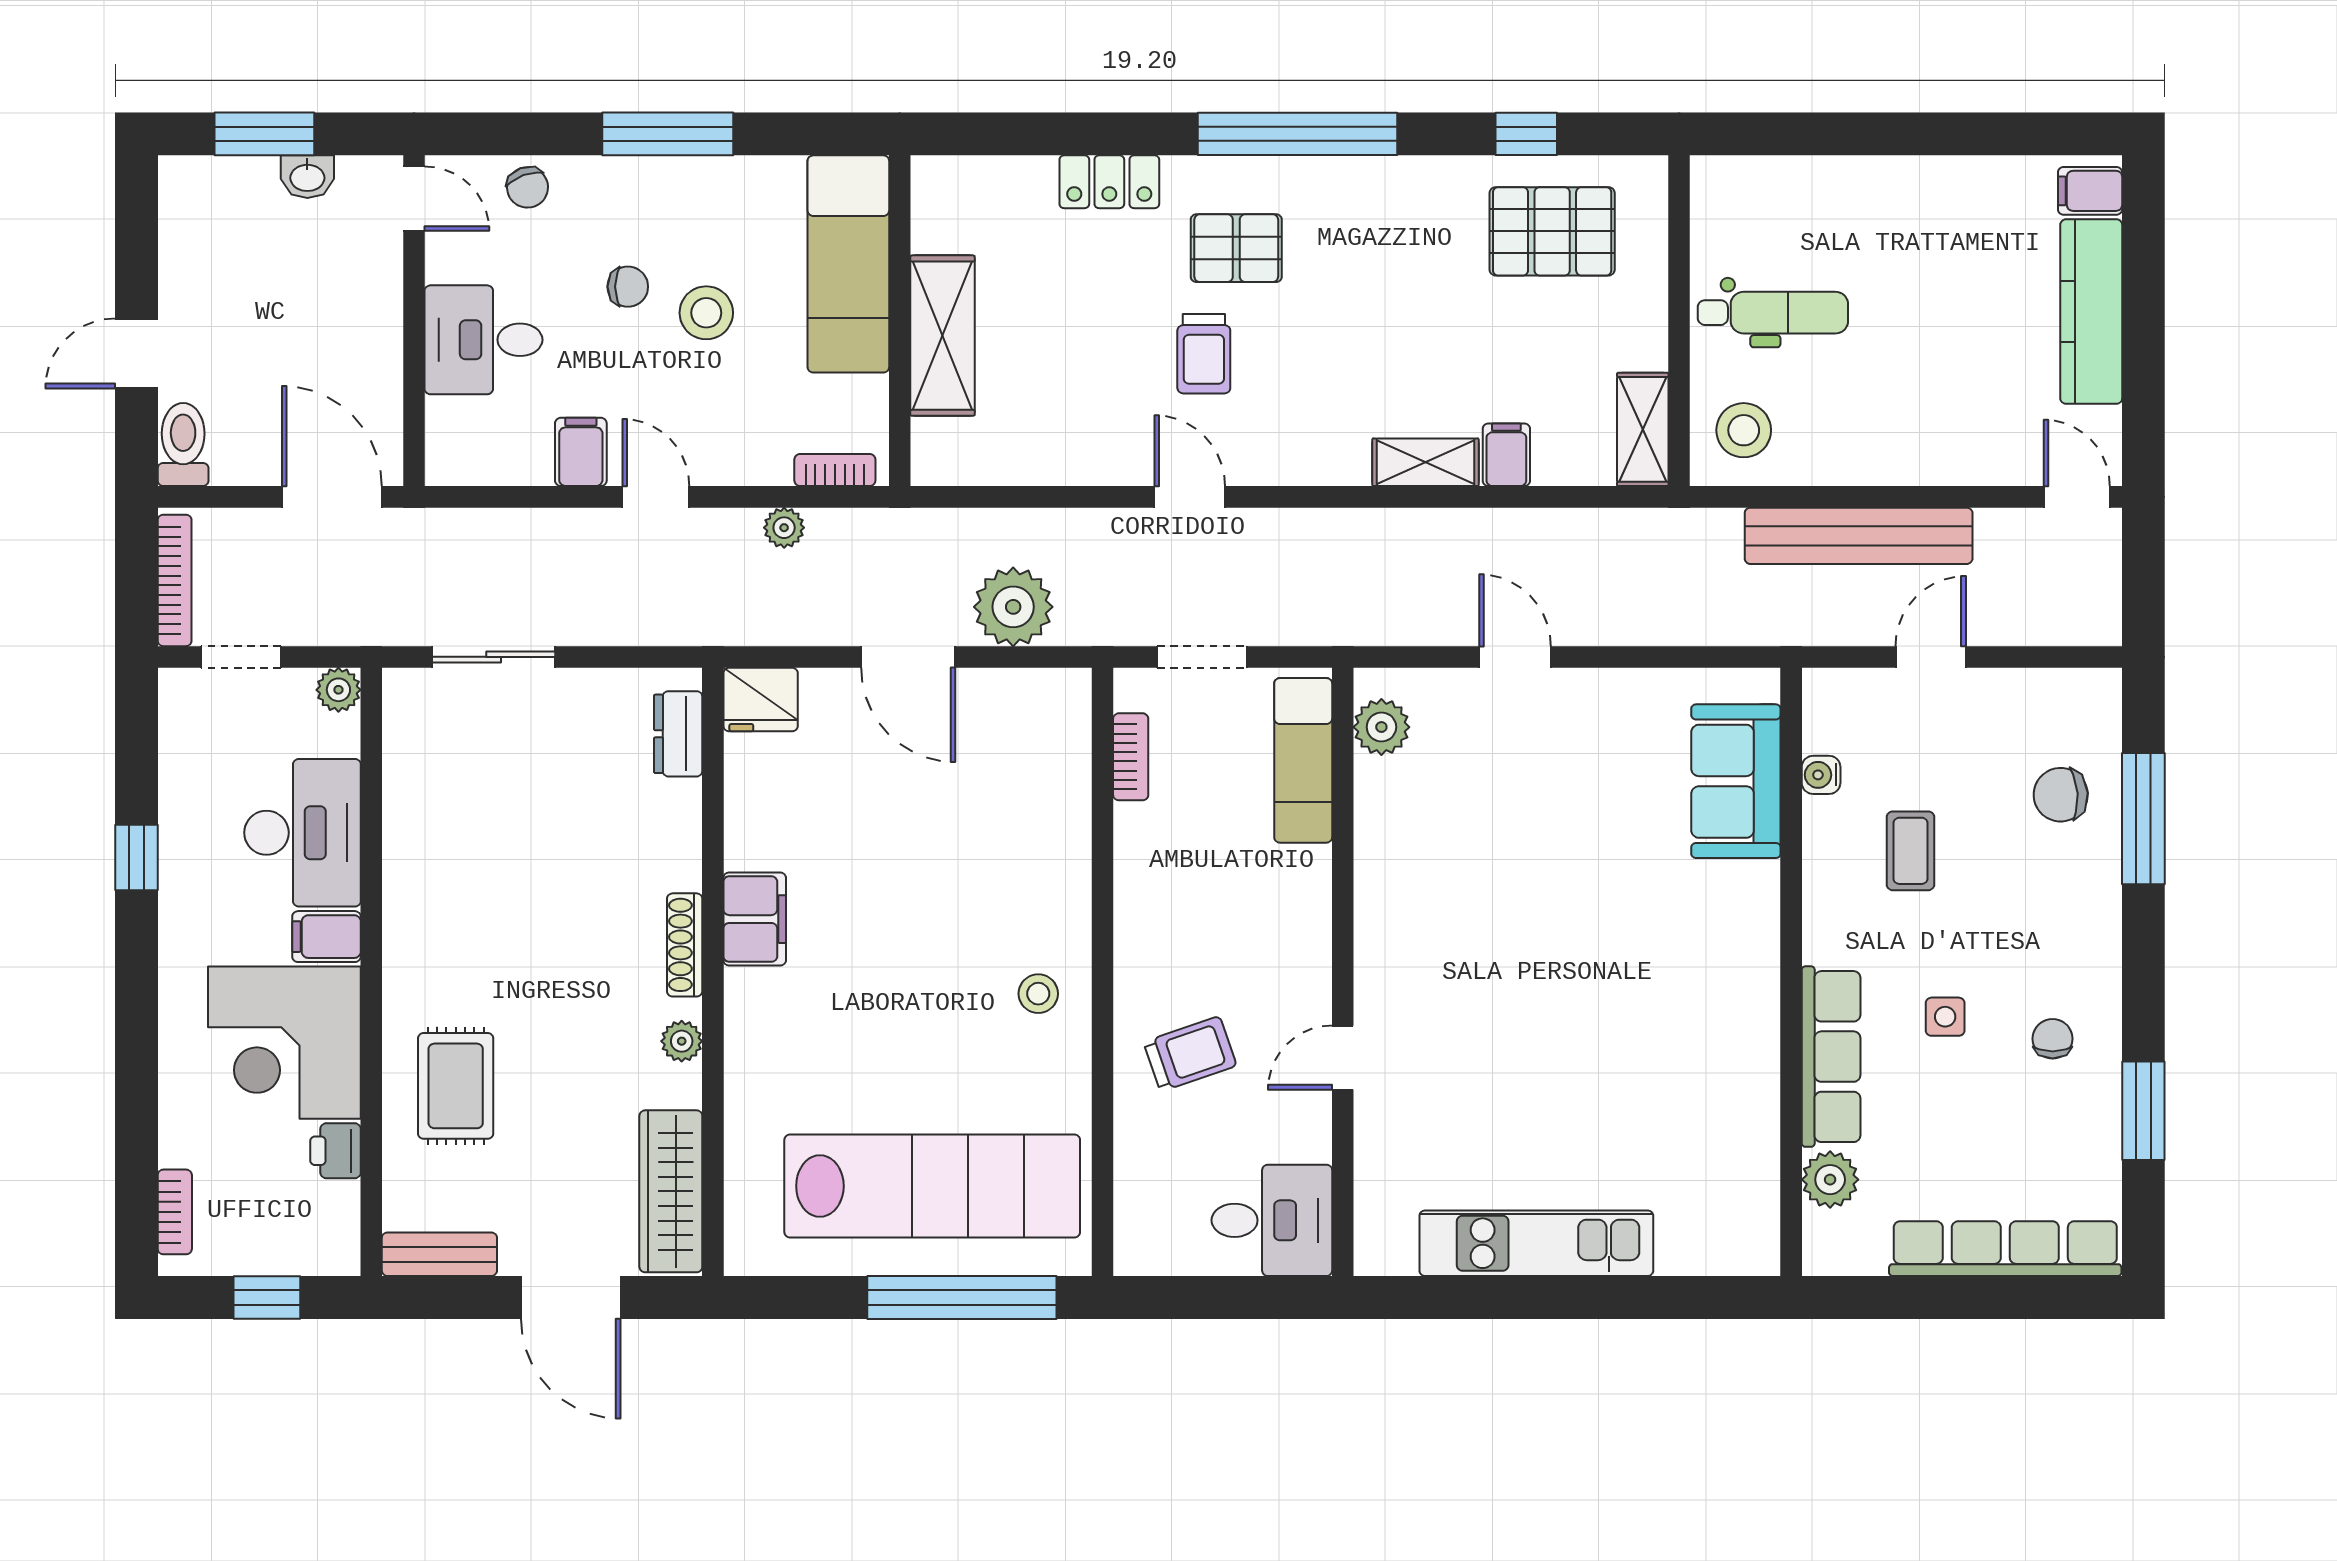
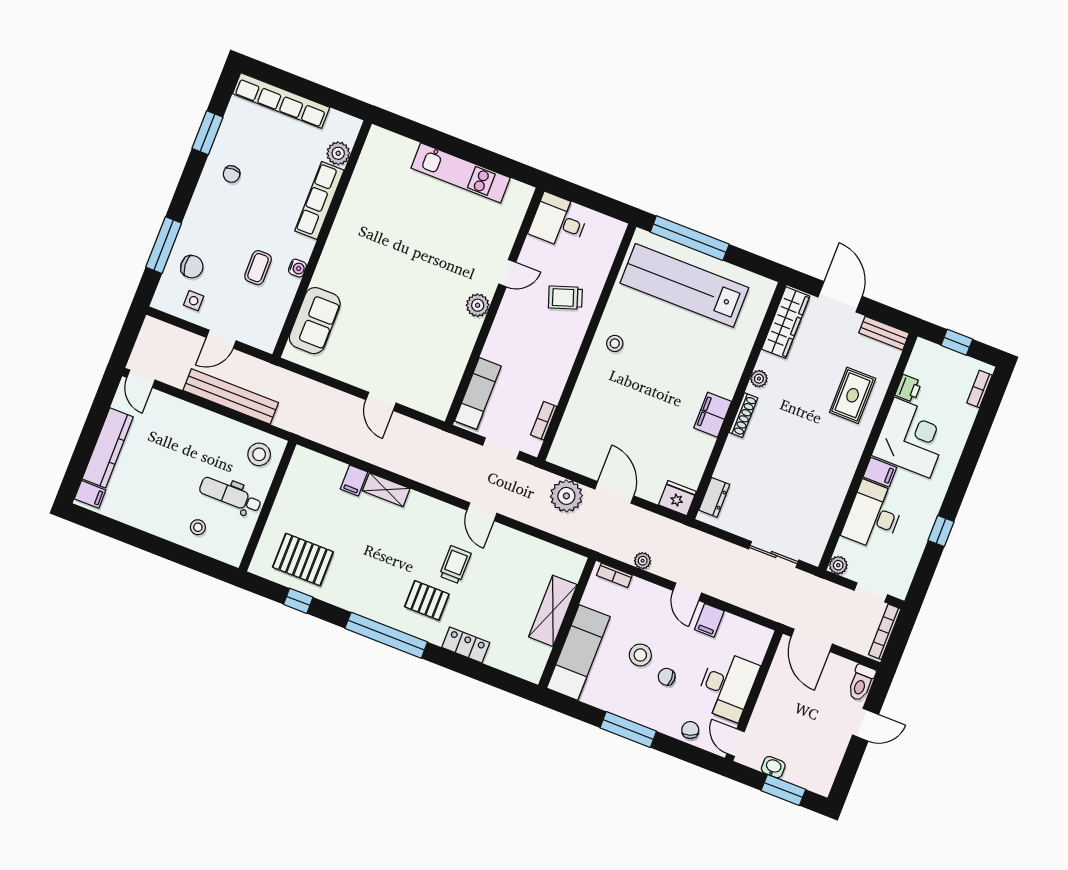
stool: (1818, 212) -> (198, 527), added
desk: (483, 340) -> (727, 686), width x1.37
shelving: (1643, 429) -> (298, 470), removed
plant: (1381, 727) -> (478, 305), moved
water cooler: (1821, 775) -> (297, 268), moved
side table: (1945, 1017) -> (194, 301), moved

